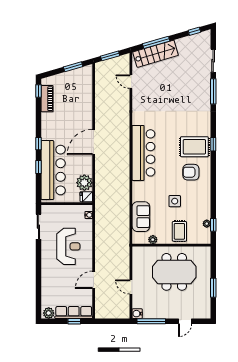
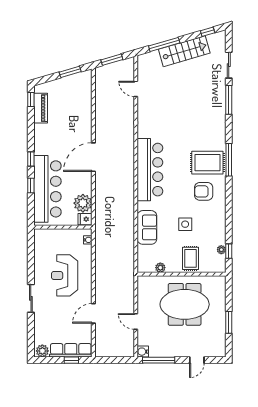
stairs: (156, 54) -> (184, 51), moved
window: (213, 144) -> (229, 160), width x2.17
sofa: (141, 217) -> (147, 227), moved
sliding door: (38, 227) -> (31, 298), moved
reception desk: (68, 246) -> (65, 275), turned 180

